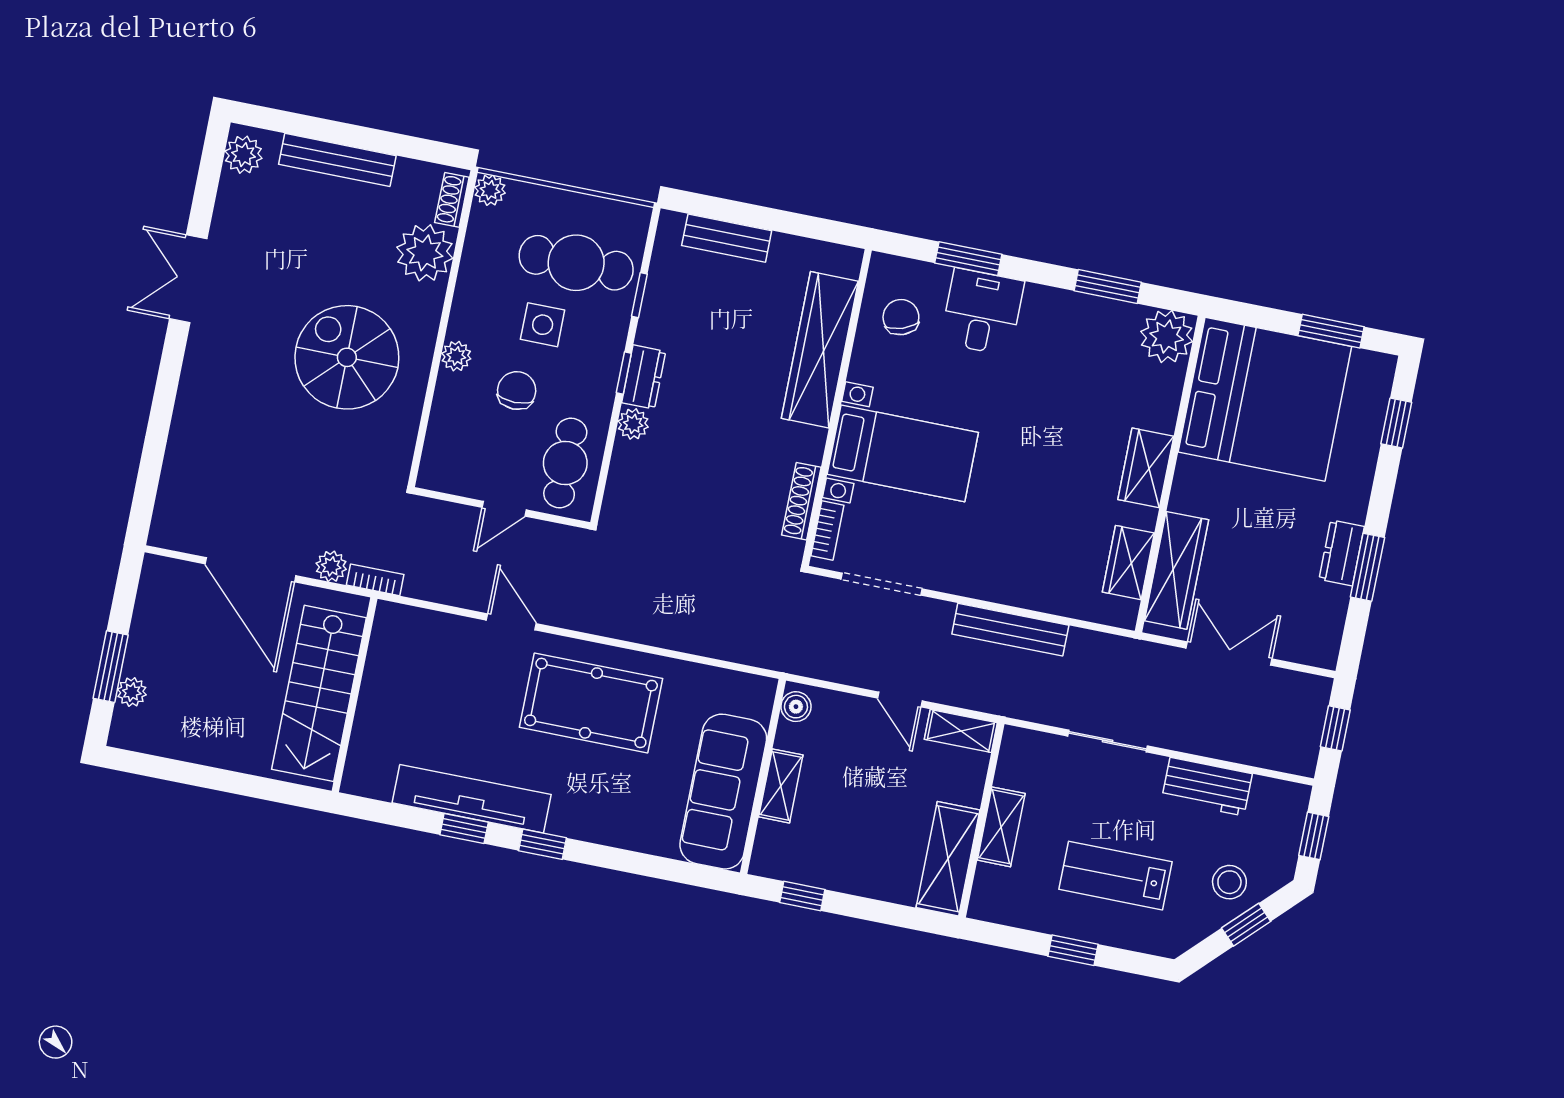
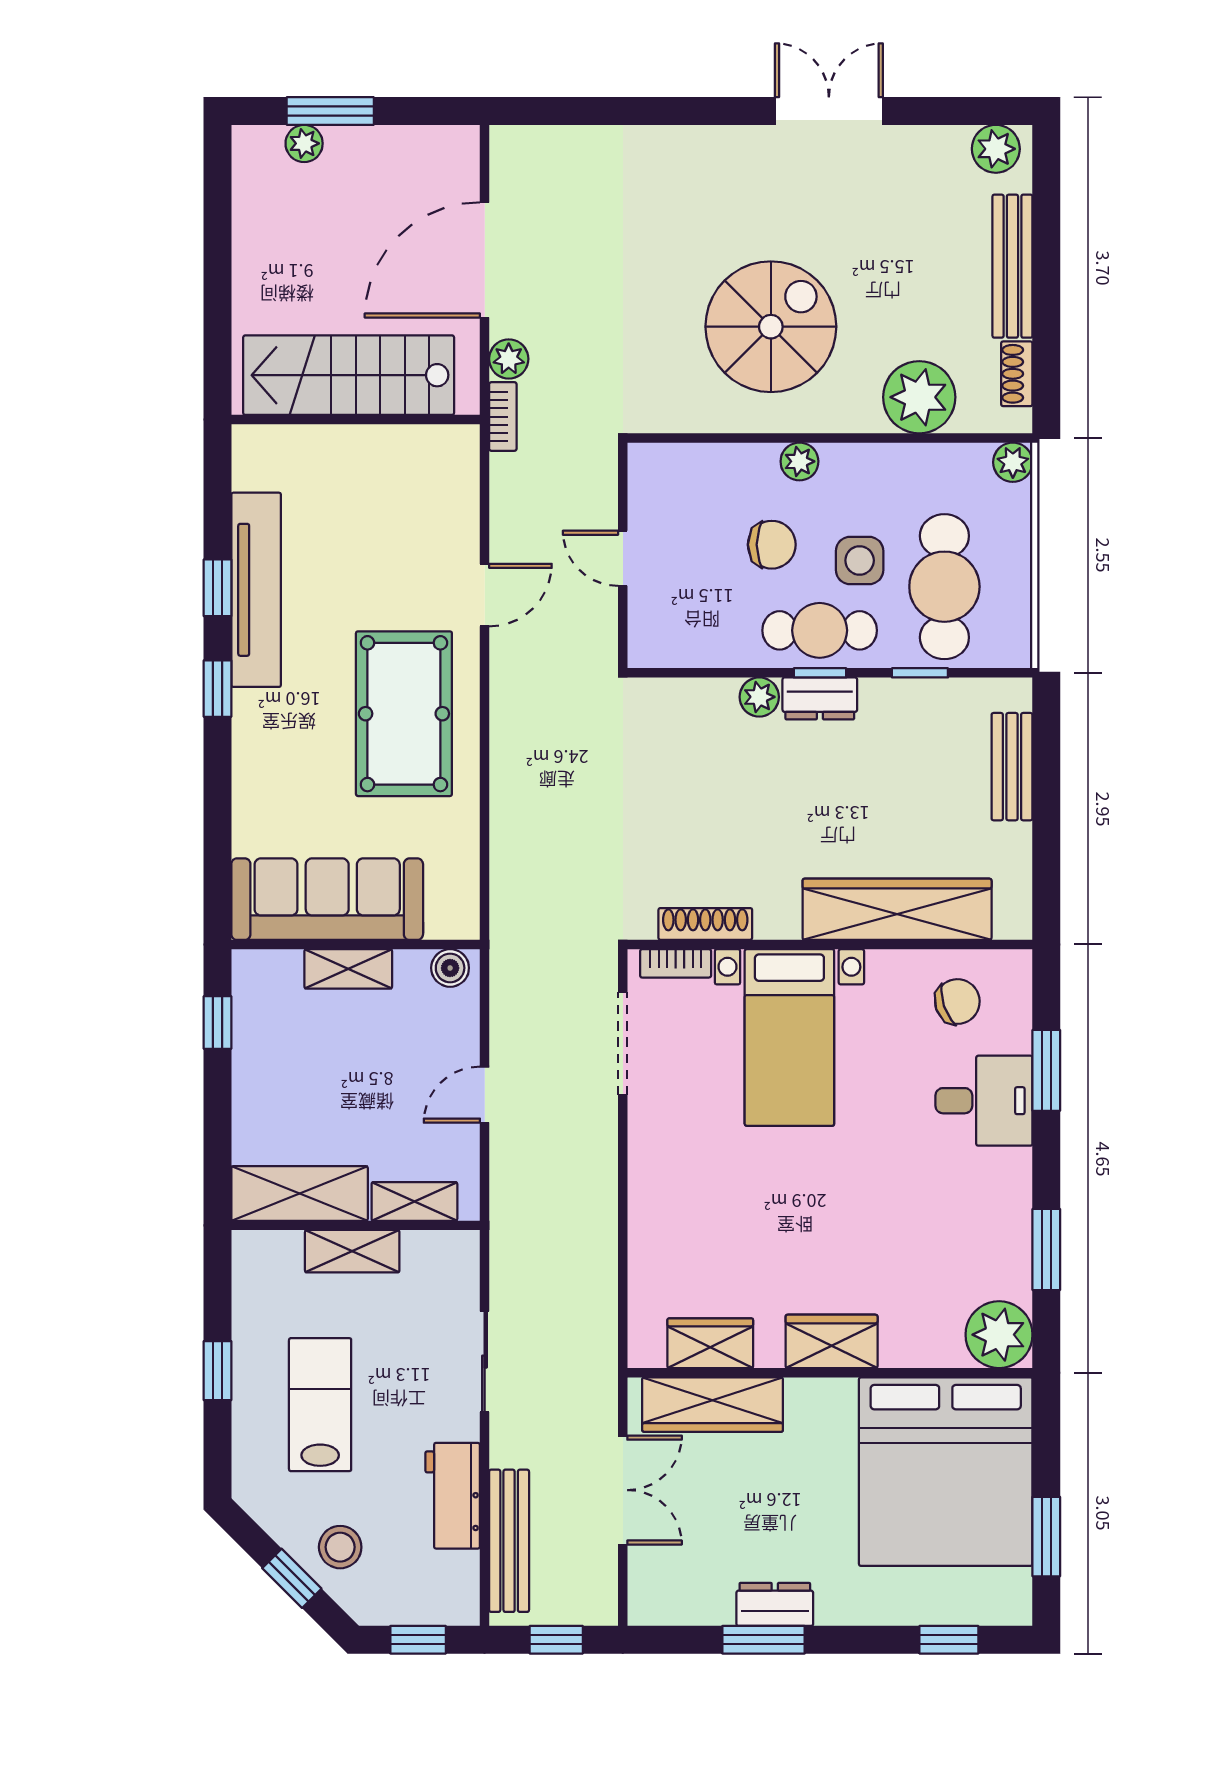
shoe rack: (452, 200) -> (1017, 374), moved, turned -90
cafe table: (565, 463) -> (820, 630), moved
bench: (1010, 630) -> (509, 1541), moved
shelving: (961, 731) -> (414, 1201), moved, turned 90

